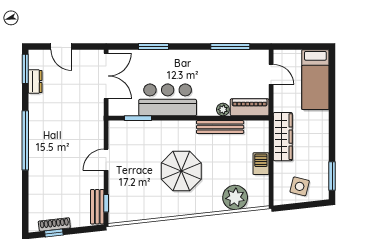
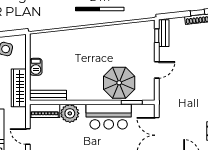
plant: (223, 109) -> (70, 113), width x1.88, depth x1.88
bench: (220, 127) -> (48, 95), moved
parasol: (181, 171) -> (119, 83), moved
plant: (235, 197) -> (56, 40), removed

